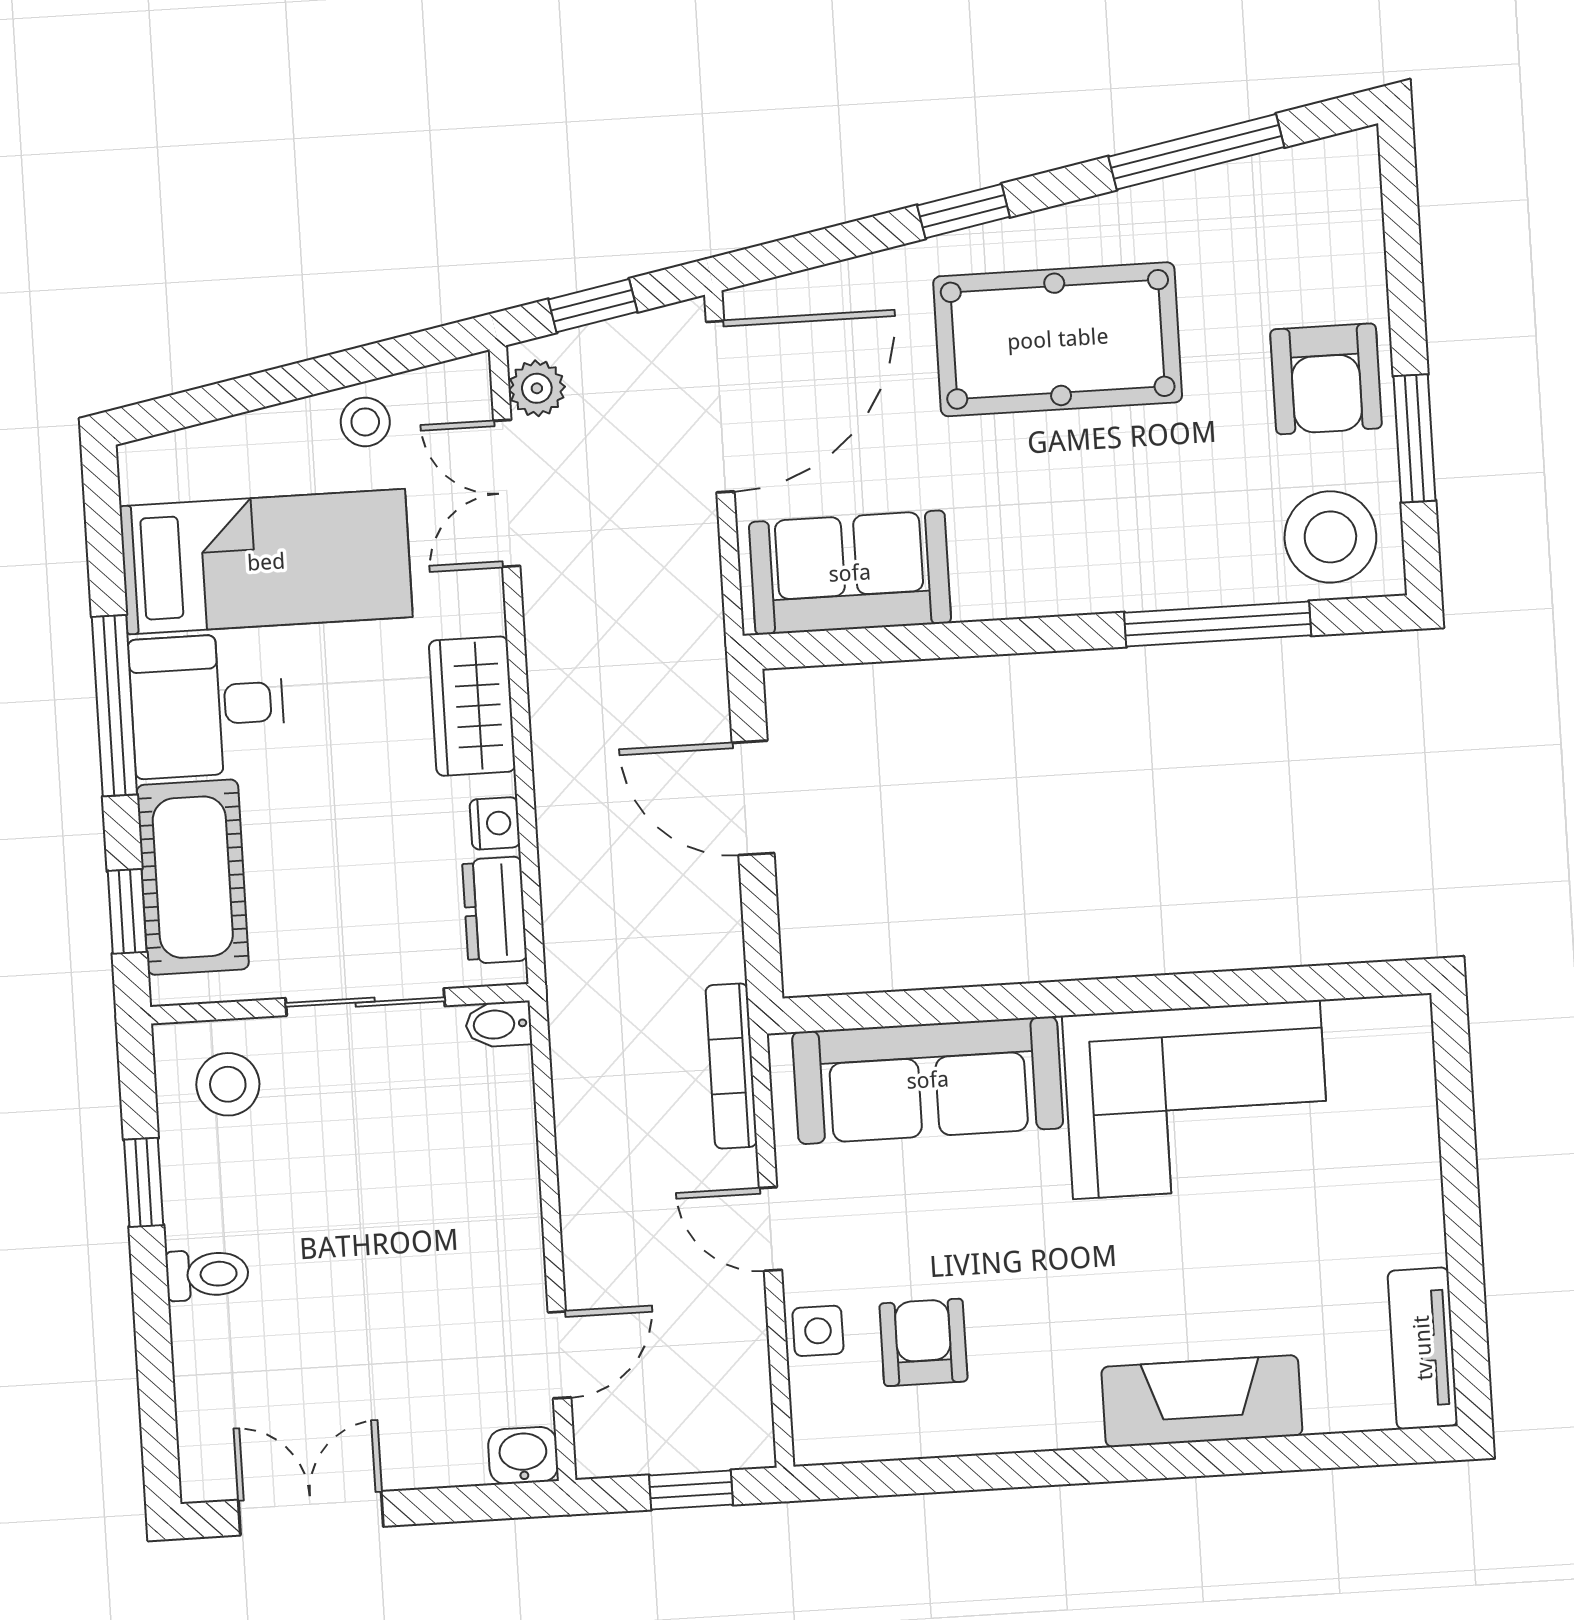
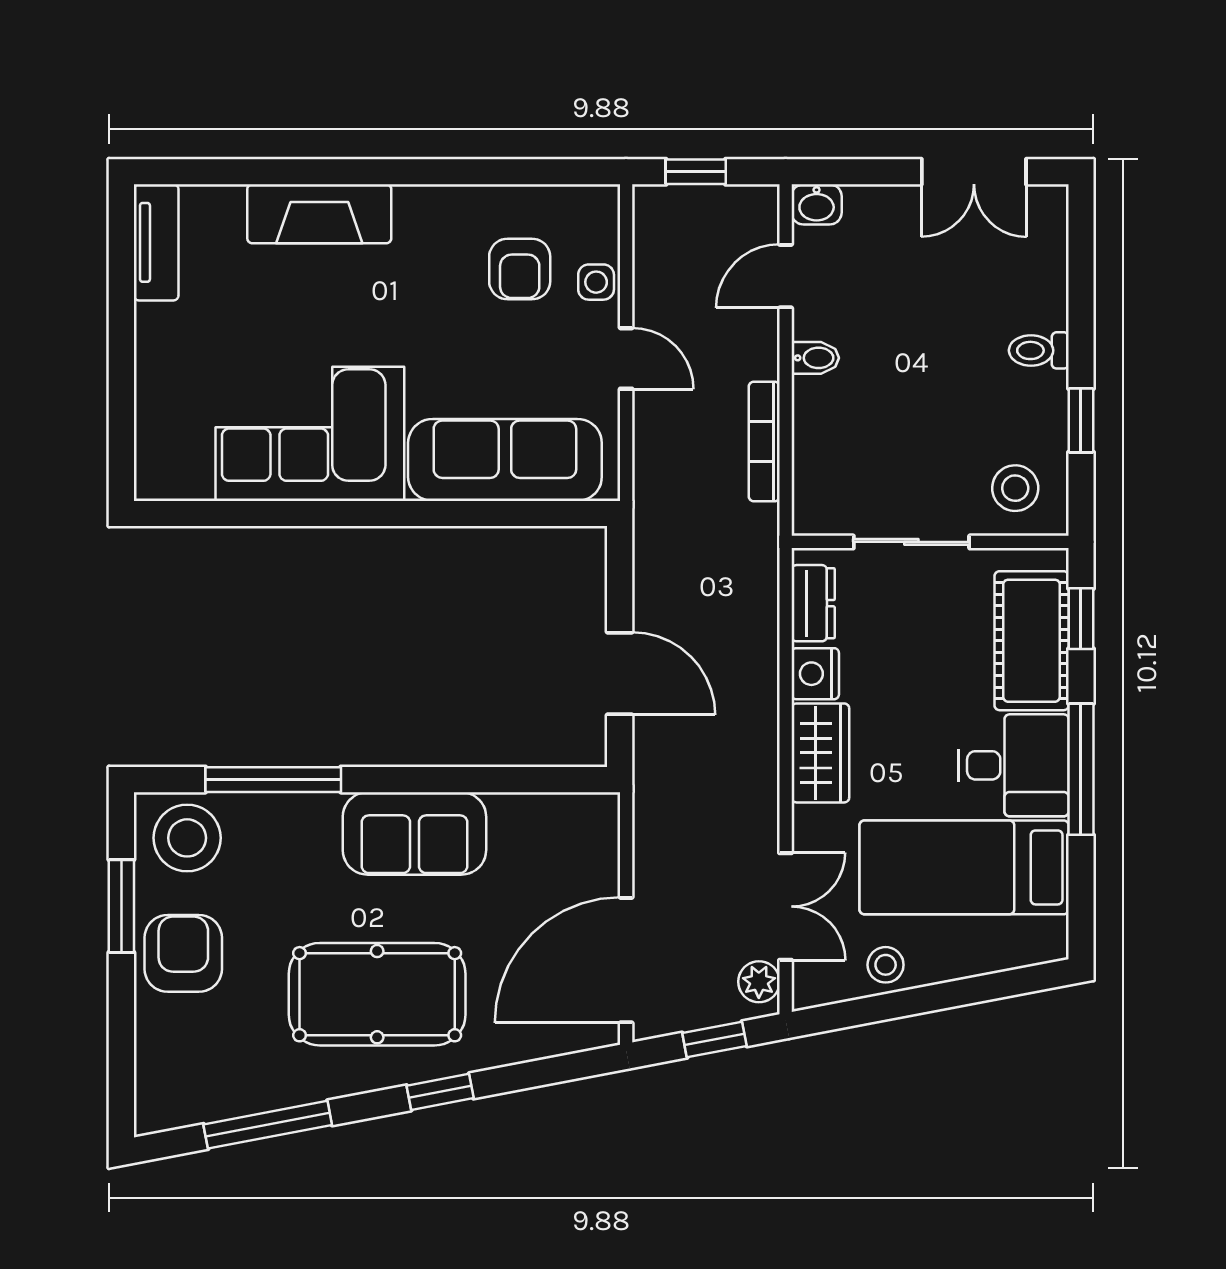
sofa: (850, 573) -> (414, 833), moved
nightstand: (495, 823) -> (815, 674), width x1.39, depth x1.35
bidet: (499, 1024) -> (815, 358), moved
bookcase: (731, 1066) -> (764, 441), moved, turned 180

